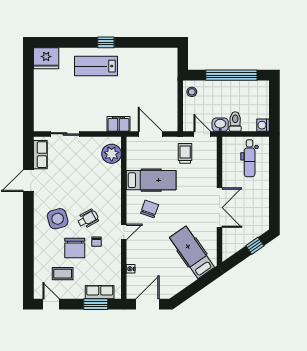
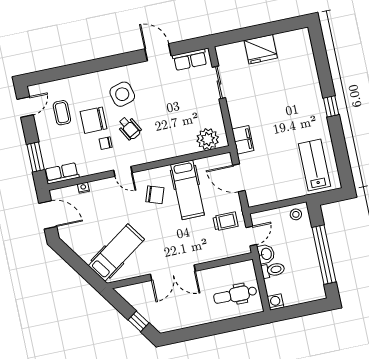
fridge: (46, 58) -> (261, 49), moved, turned -90
lab bench: (96, 66) -> (314, 165), moved
door: (150, 134) -> (239, 178), swing flipped
row of seats: (100, 292) -> (62, 173), moved, turned -90

